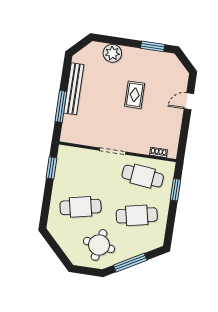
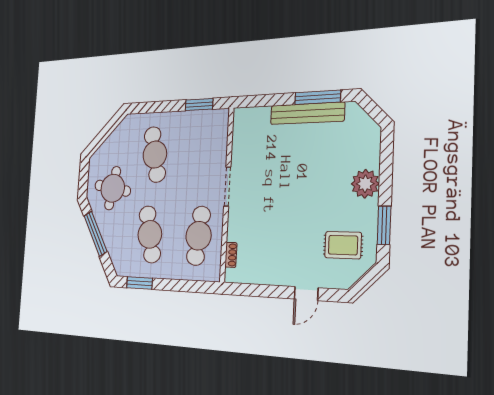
plant: (112, 53) -> (365, 184), moved
rug: (135, 95) -> (343, 245), moved
door: (189, 101) -> (306, 293), swing flipped
window: (61, 106) -> (318, 97), moved
window: (175, 190) -> (140, 283), moved

